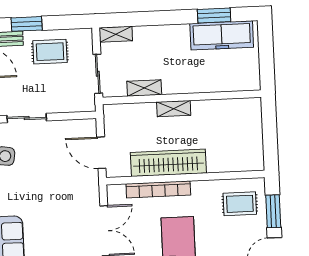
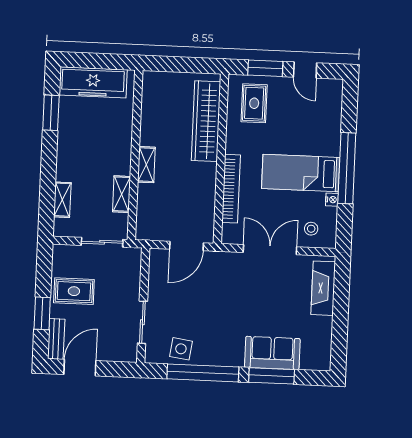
shelving: (116, 34) -> (62, 200), moved
freezer: (222, 35) -> (93, 82), moved, turned 90
rug: (50, 52) -> (74, 291), turned 90
wardrobe: (168, 163) -> (206, 121), moved

